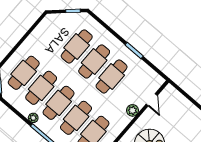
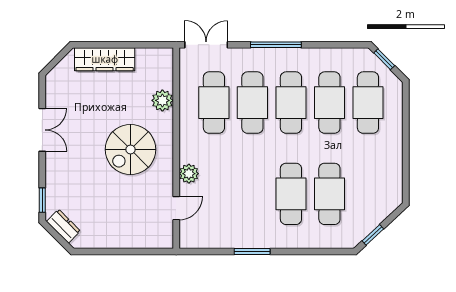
cafe table: (112, 76) -> (252, 194), removed
door: (152, 100) -> (176, 208), swing flipped
plant: (33, 118) -> (307, 56), removed

